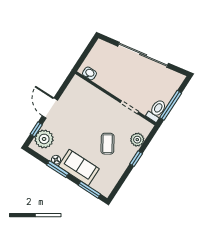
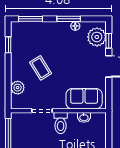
washbasin: (89, 73) -> (84, 117), moved
toilet: (157, 110) -> (61, 123), moved
window: (136, 159) -> (8, 45), moved
sofa: (79, 167) -> (84, 99), moved, turned 180

